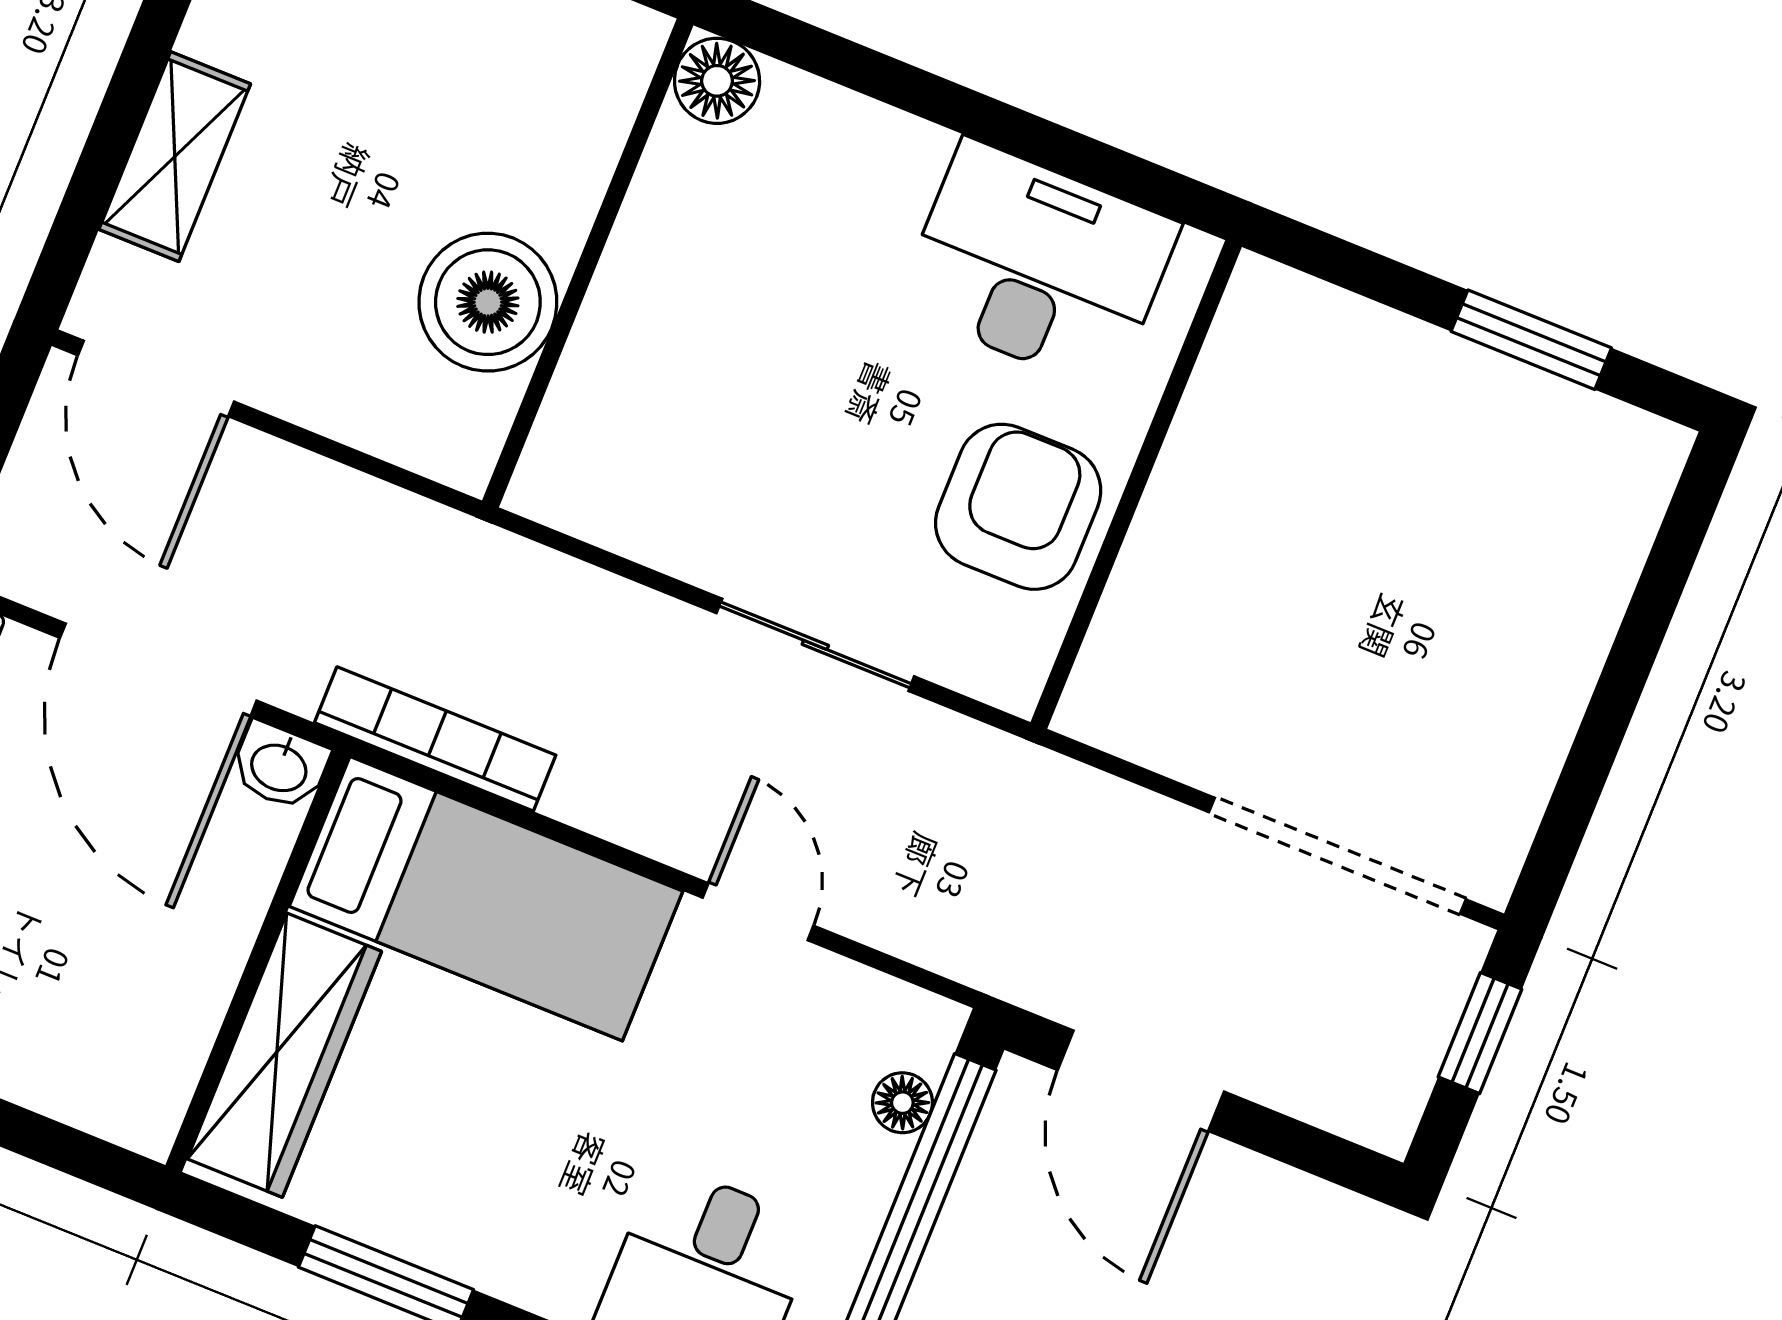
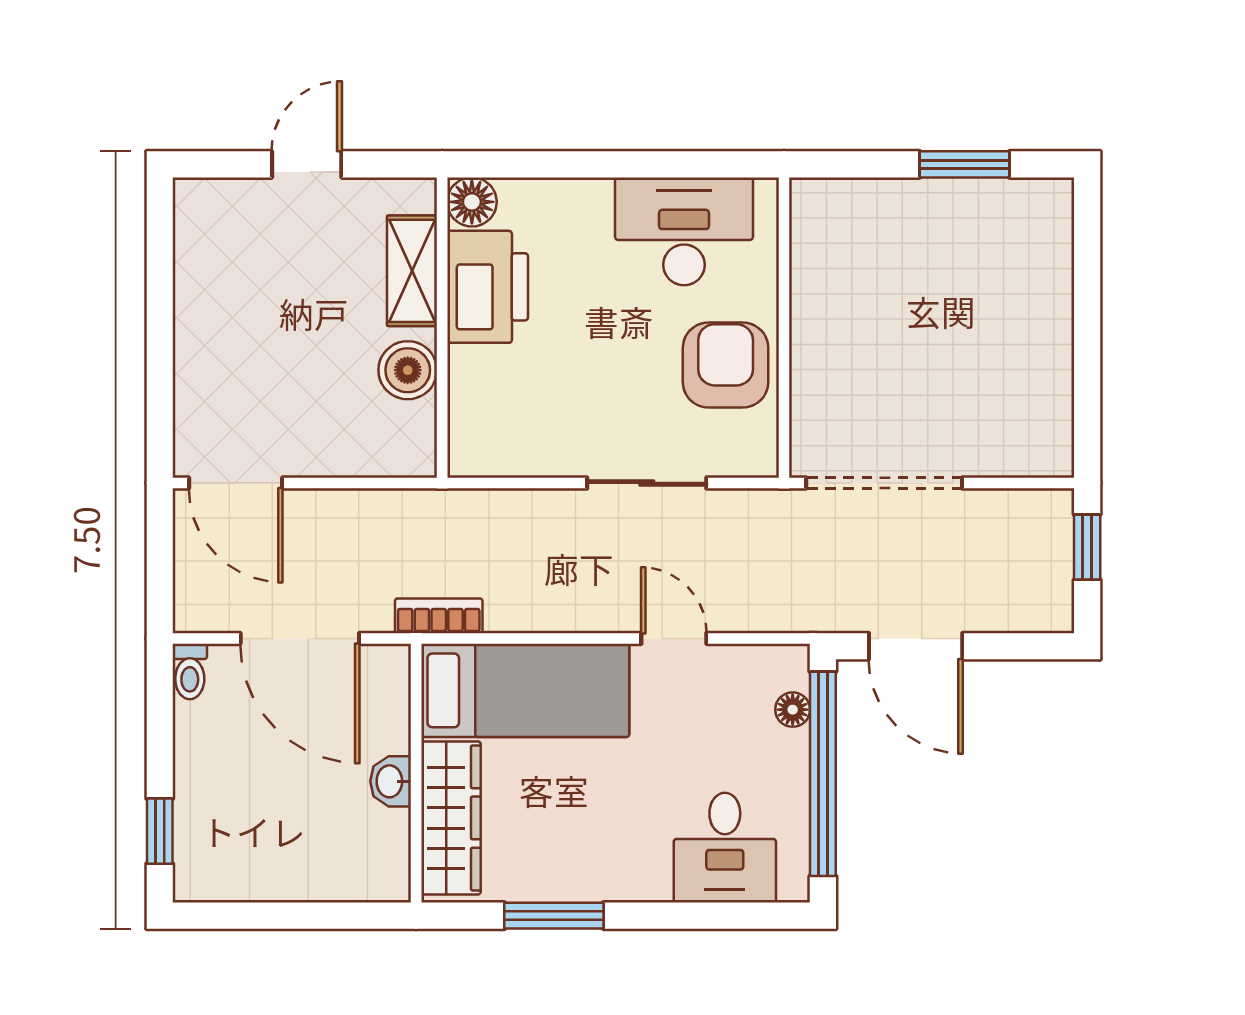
shelving: (175, 157) -> (412, 271), moved
printer: (687, 227) -> (488, 287), added
boiler: (488, 302) -> (408, 370), width x0.73, depth x0.73
bookcase: (435, 739) -> (439, 616), width x0.64
washbasin: (280, 766) -> (391, 781), moved, turned 90
doorway: (1337, 856) -> (884, 483), moved

